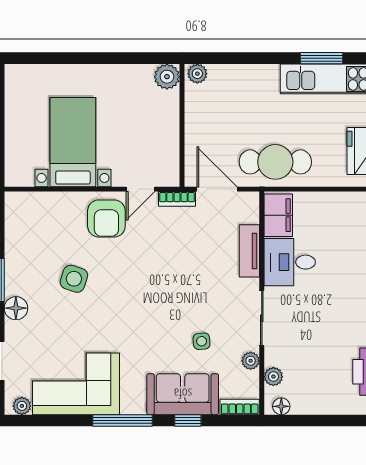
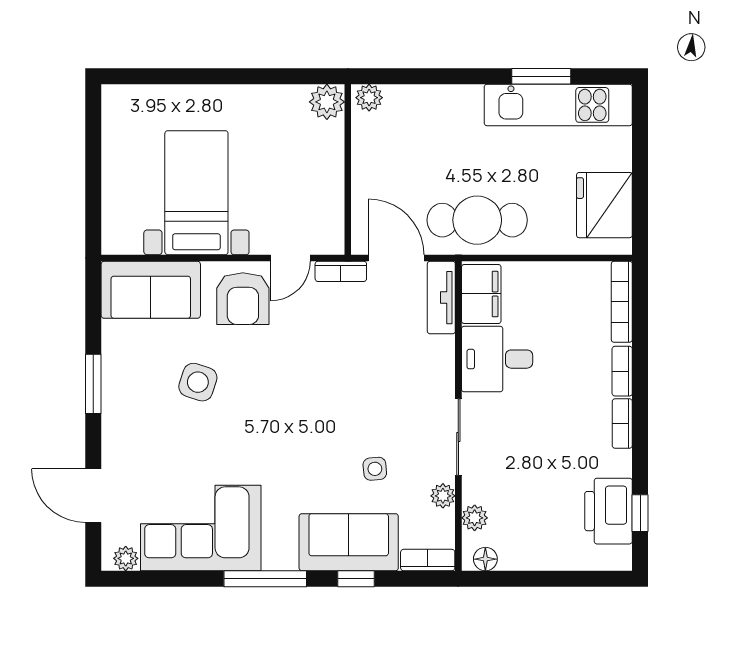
sofa: (40, 212) -> (151, 290), added
tv unit: (249, 251) -> (441, 298), moved
floor lamp: (16, 308) -> (117, 423), removed

